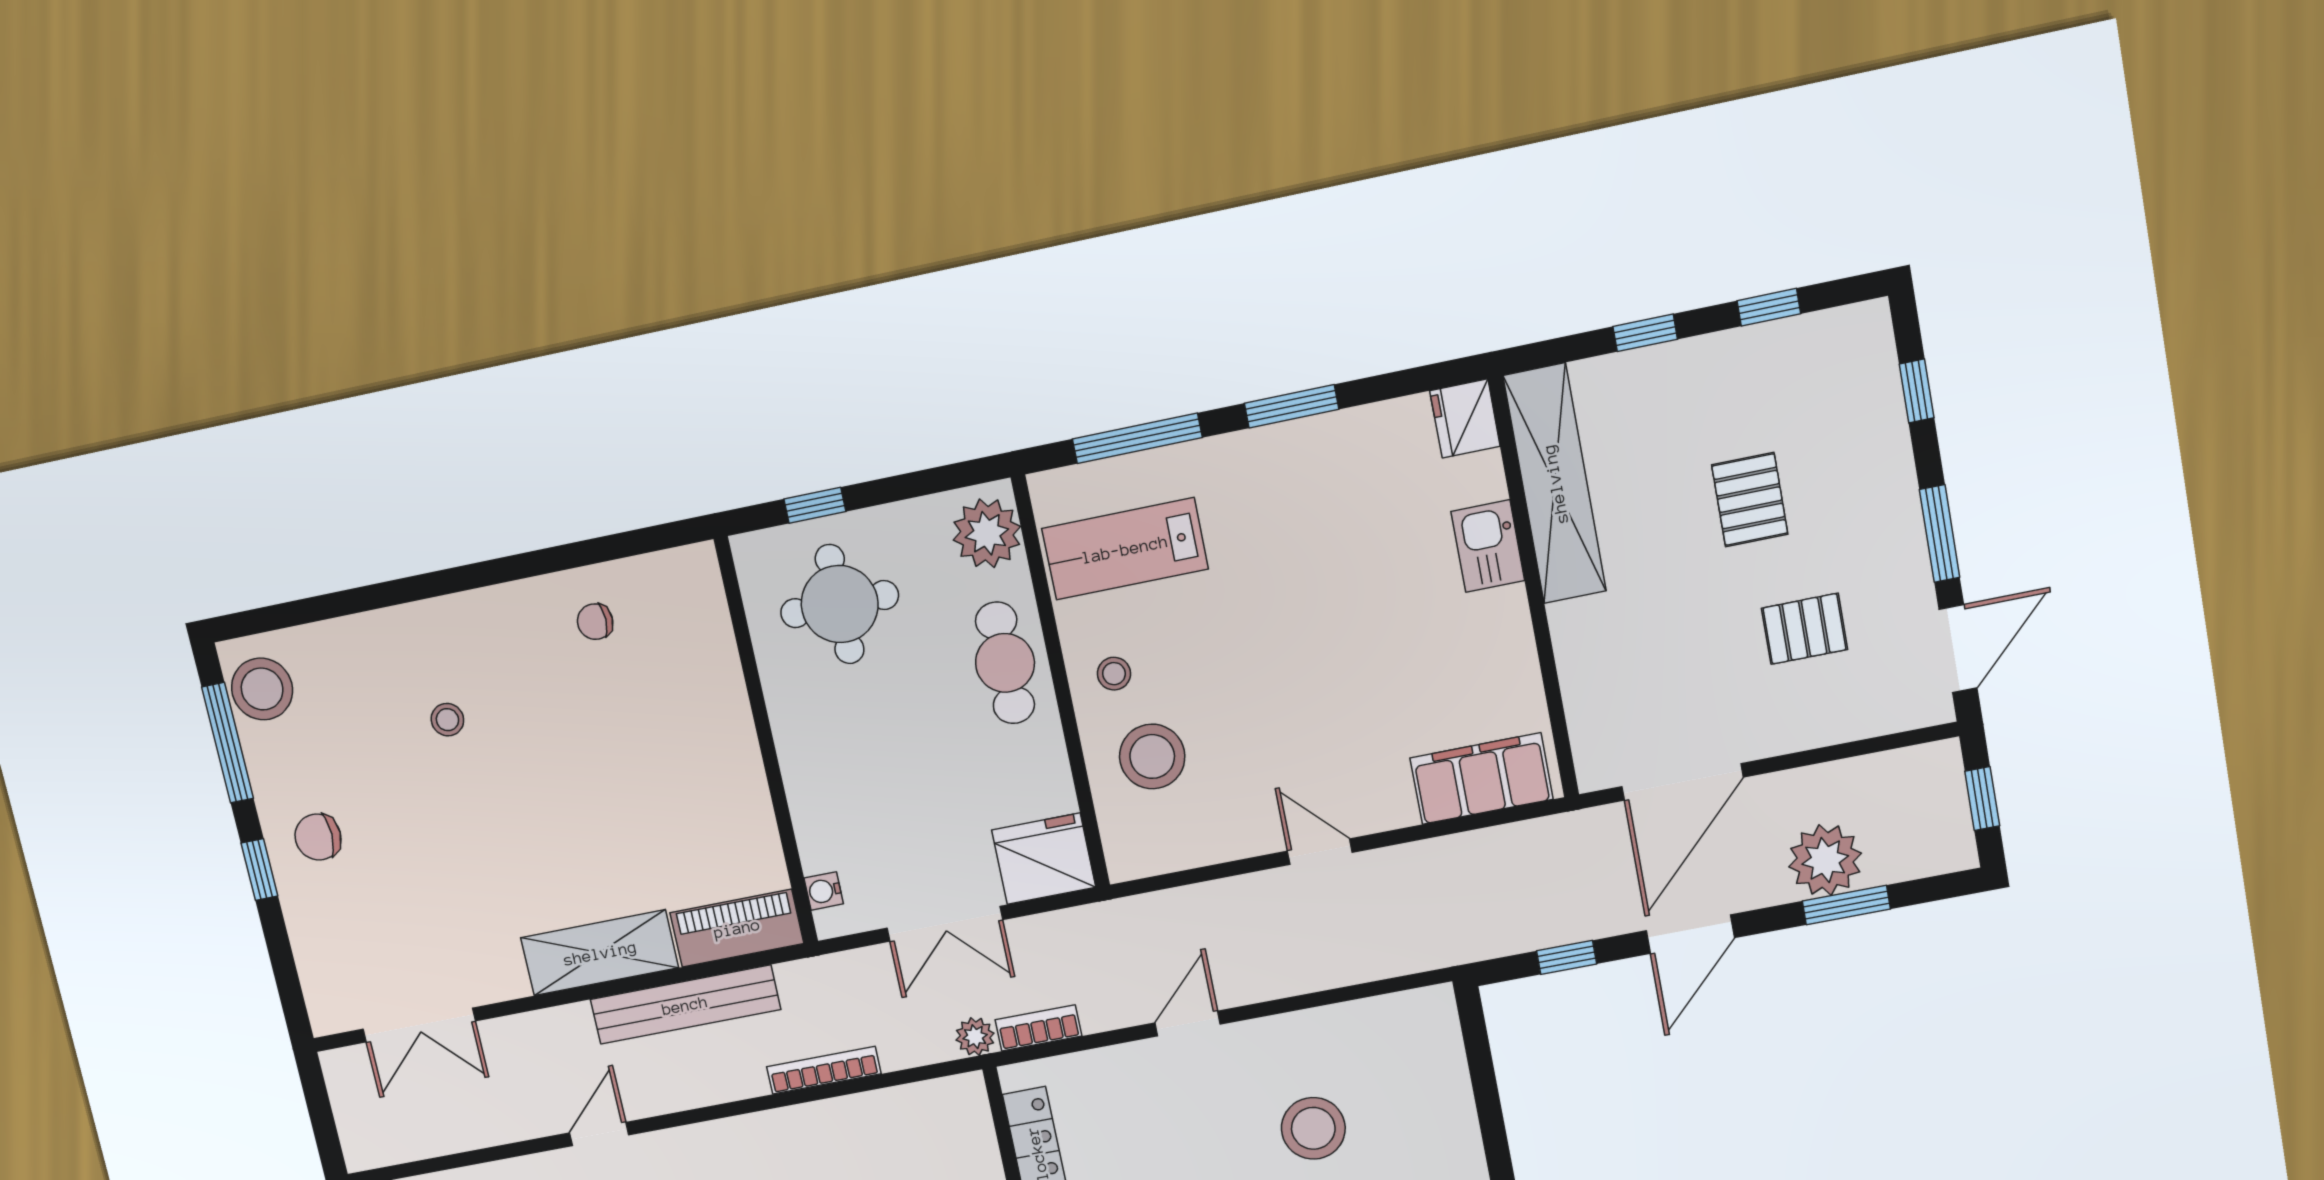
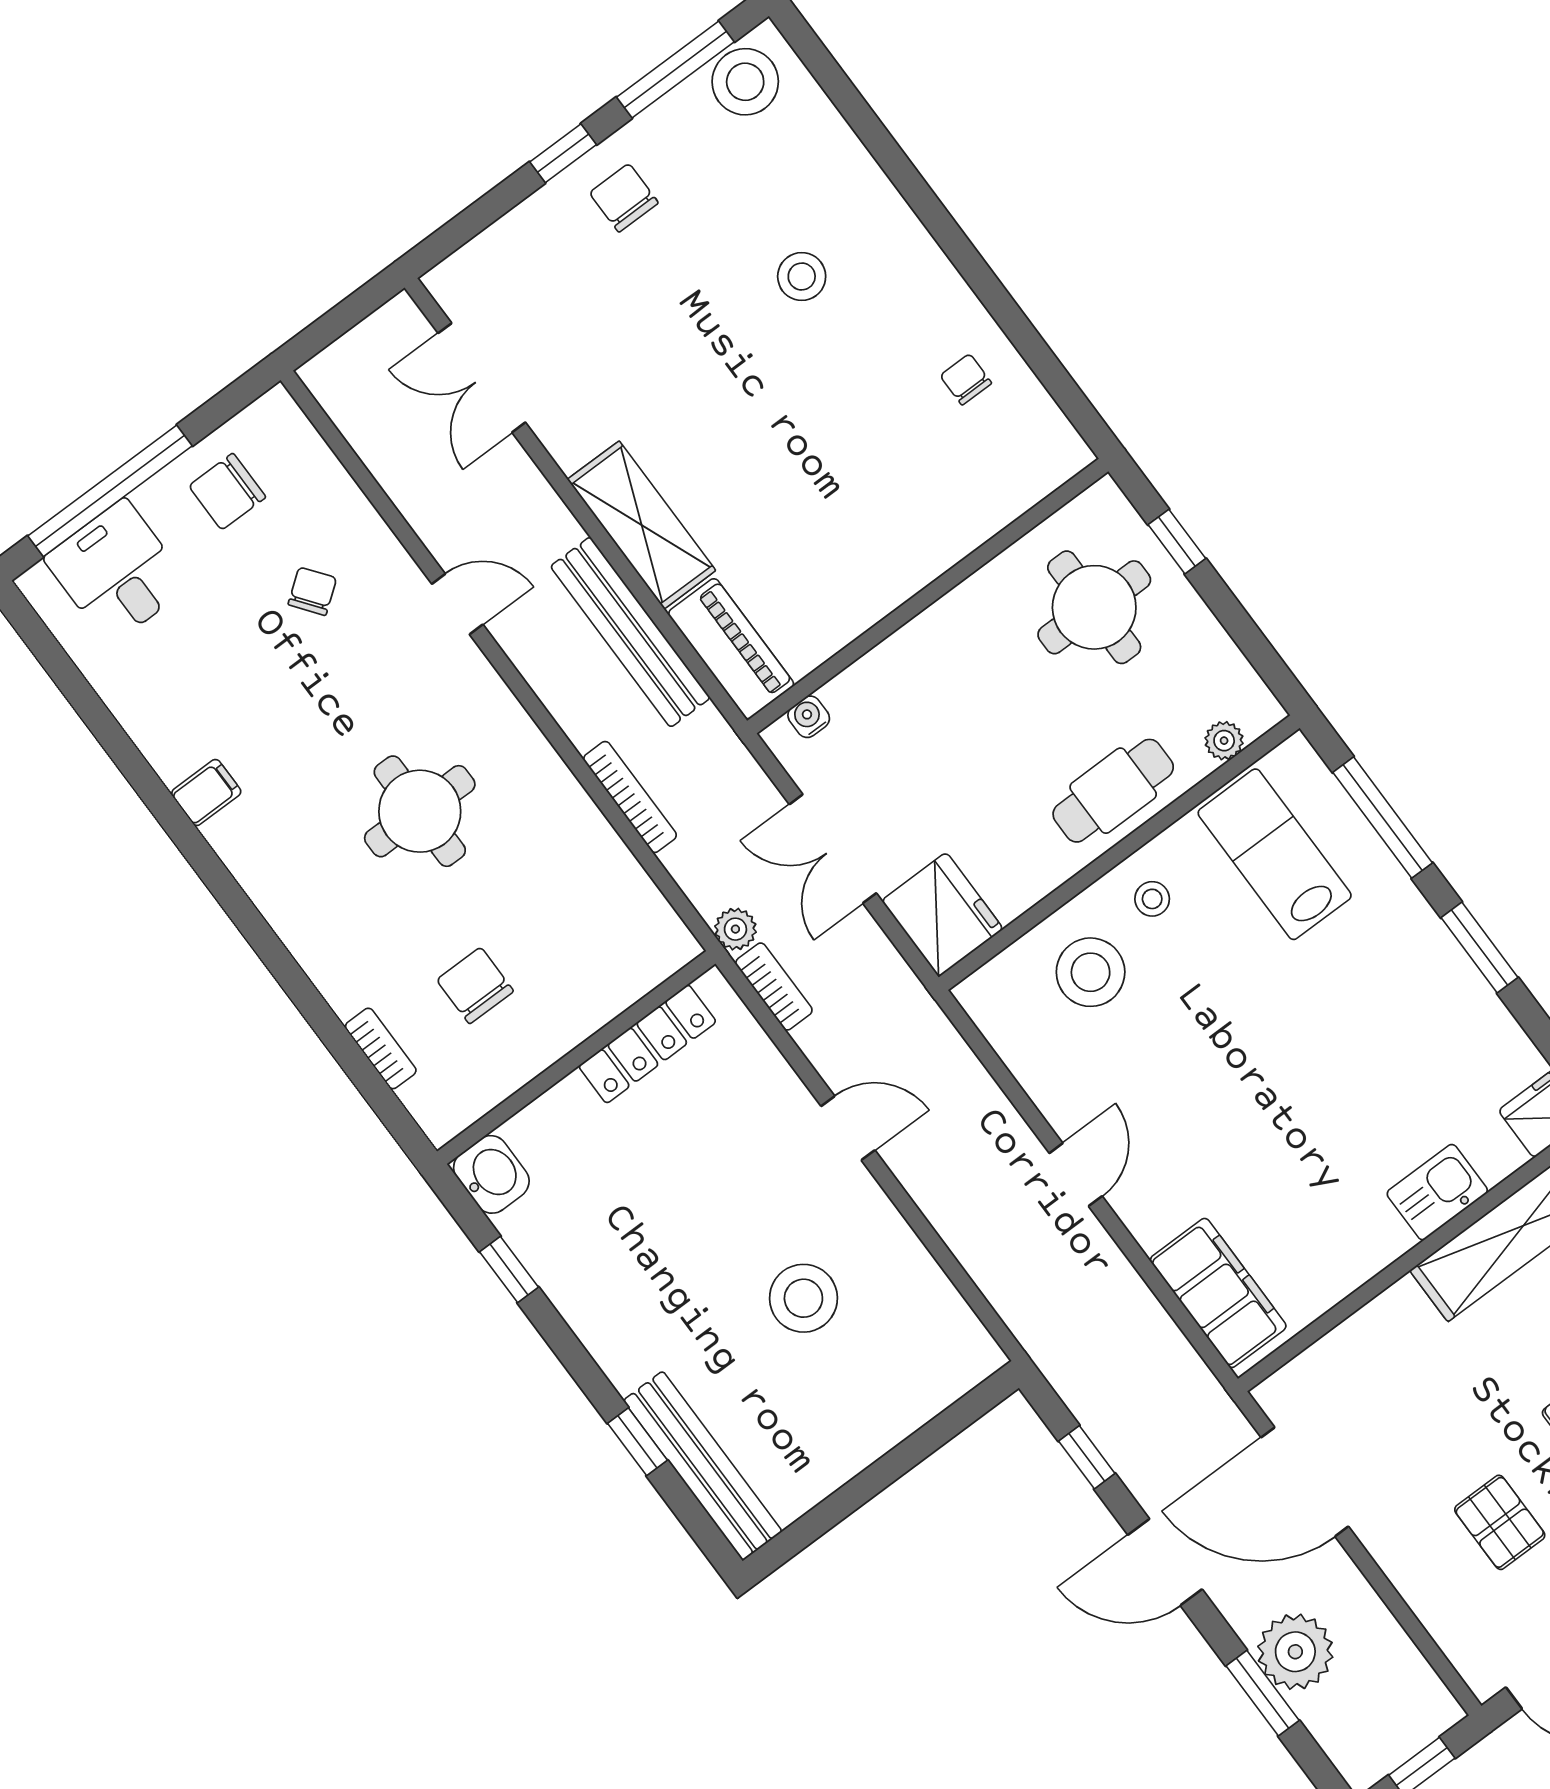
plant: (987, 533) -> (1224, 741), width x0.53, depth x0.53
stool: (447, 720) -> (802, 276), width x1.37, depth x1.37

